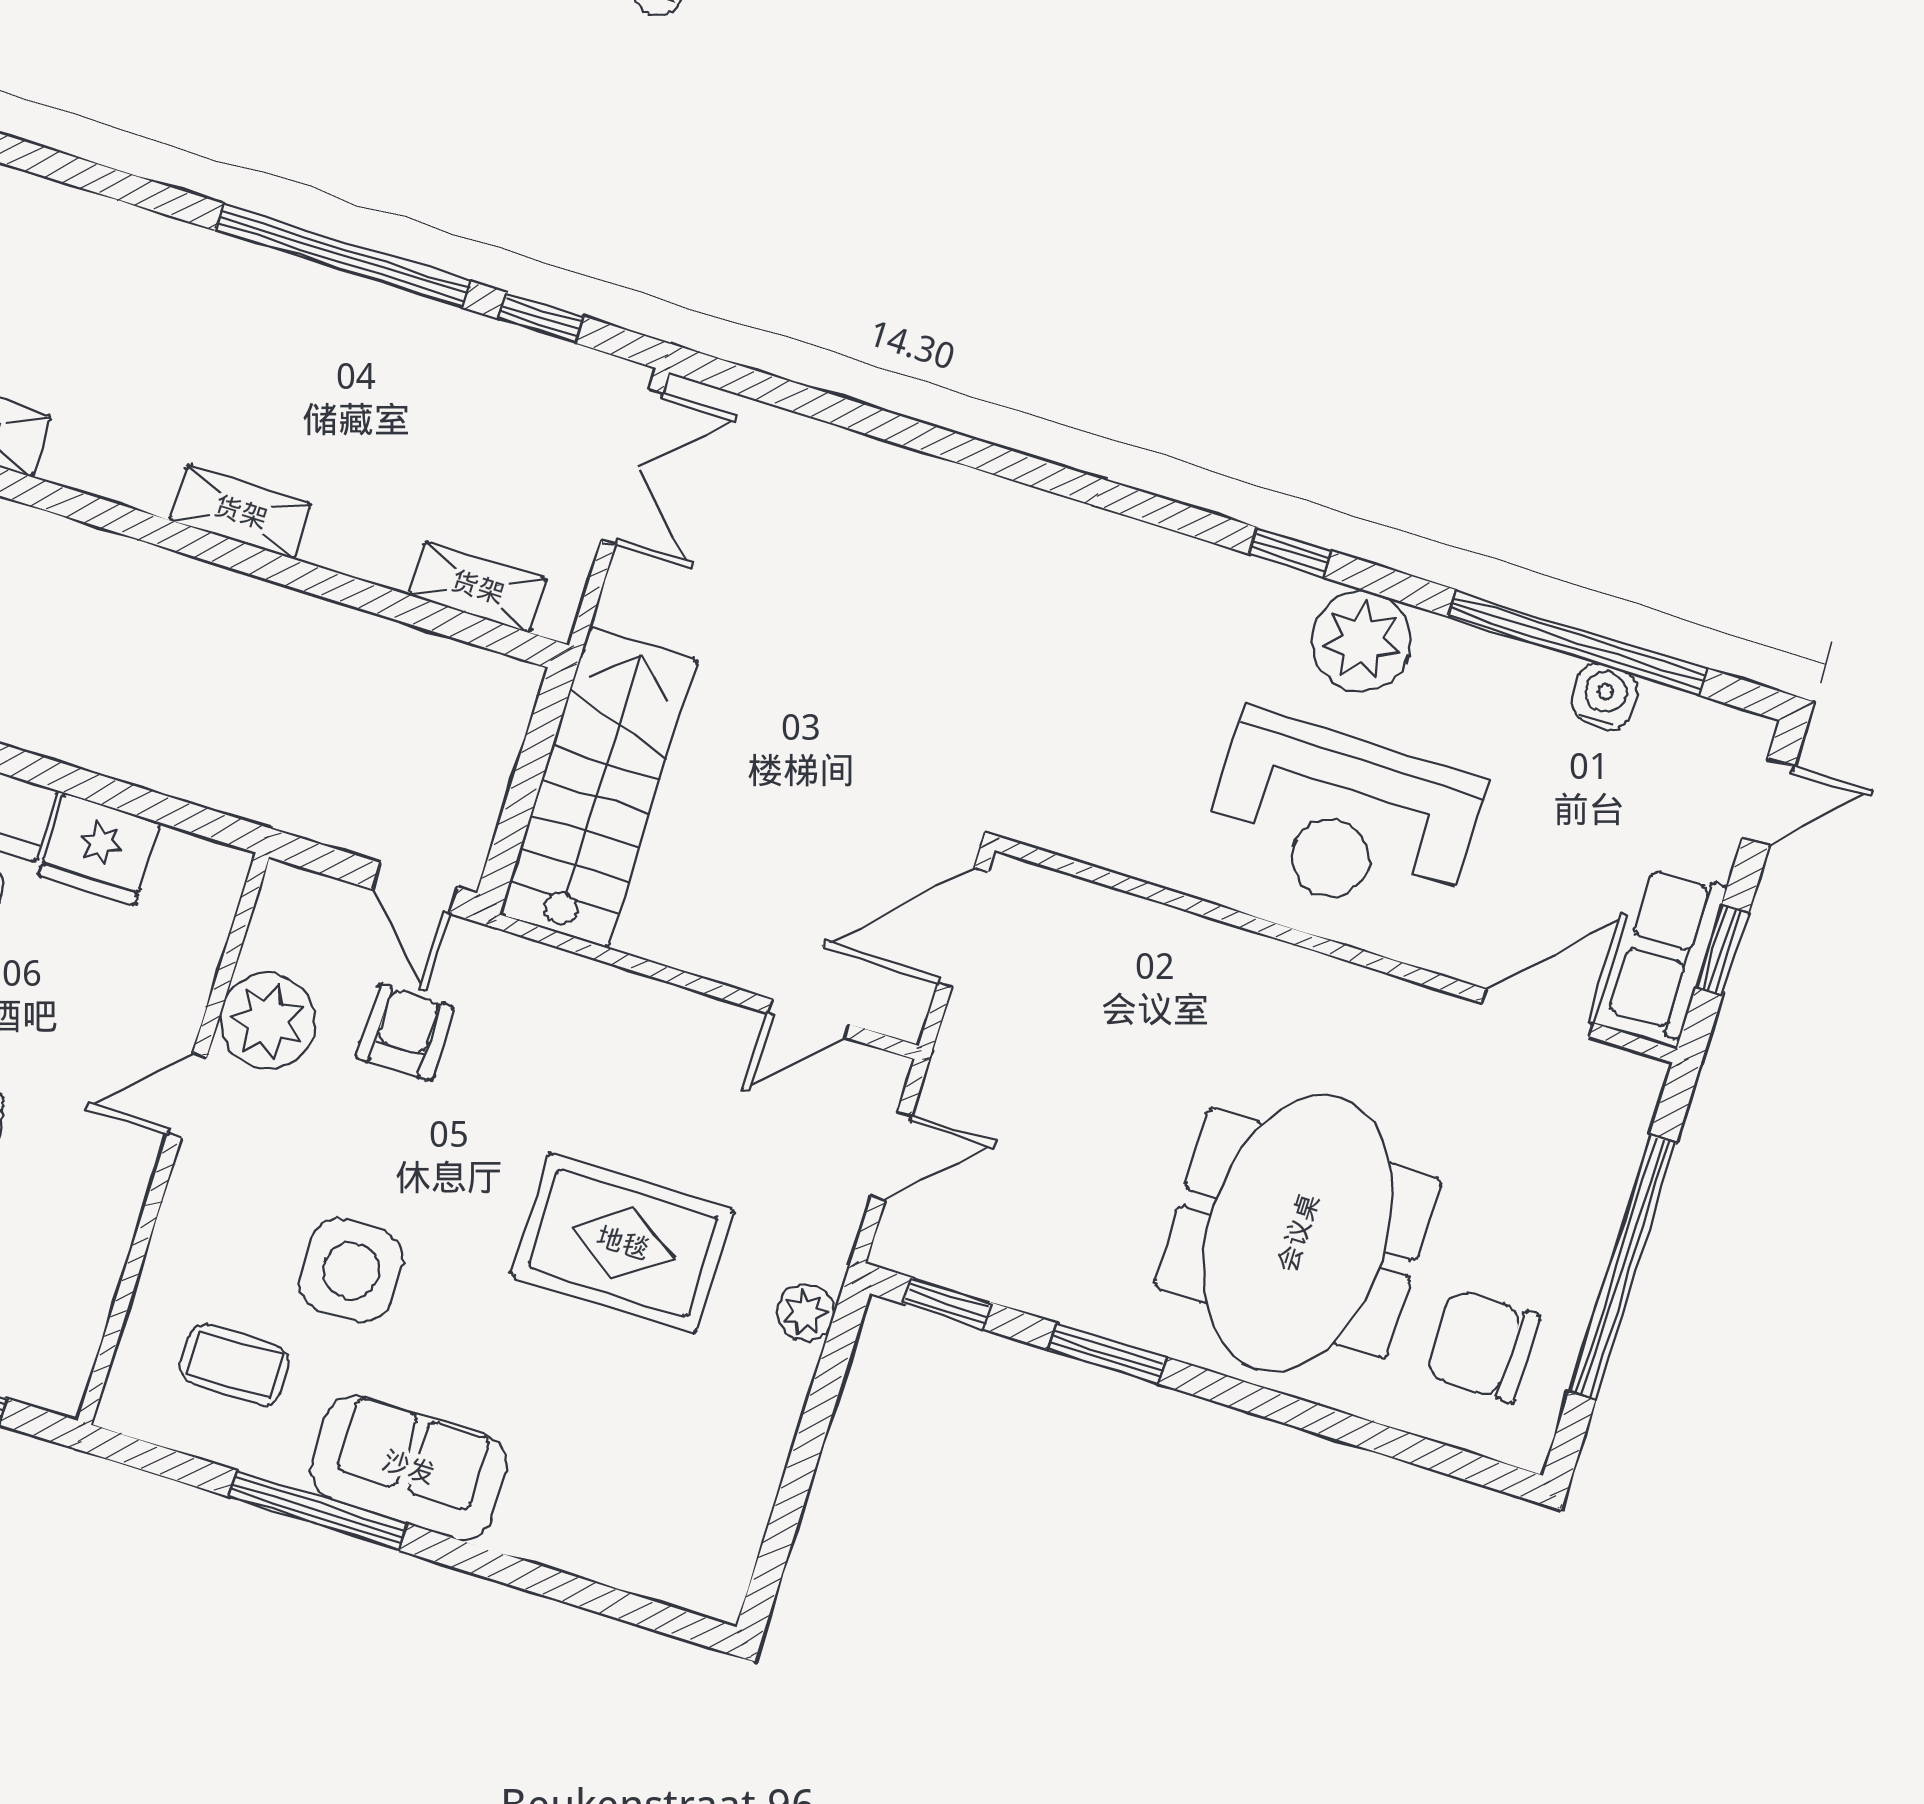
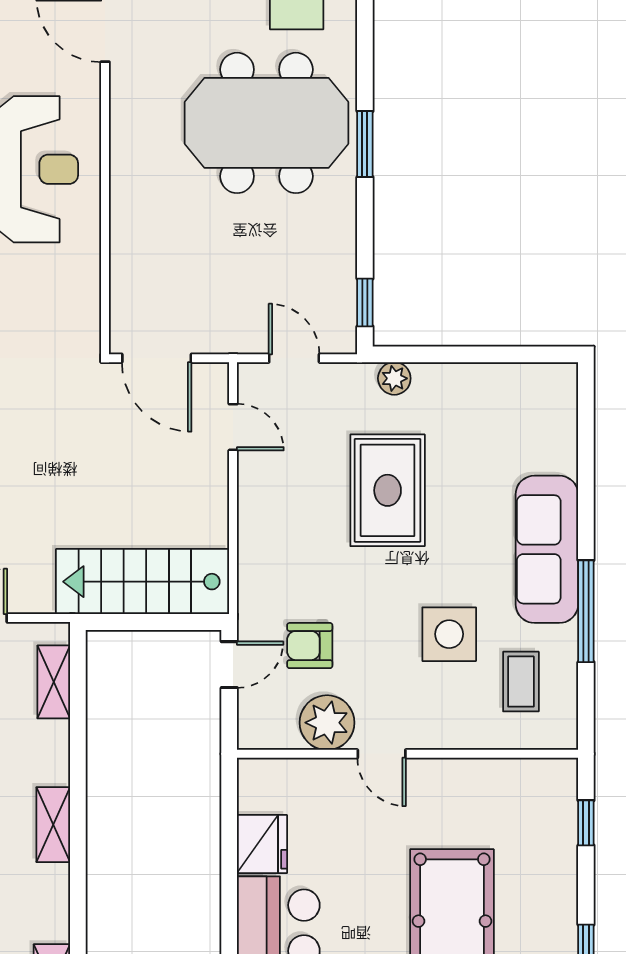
window: (1107, 1353) -> (365, 144), moved
sofa: (409, 1467) -> (547, 549), width x1.36

